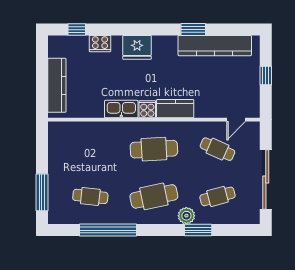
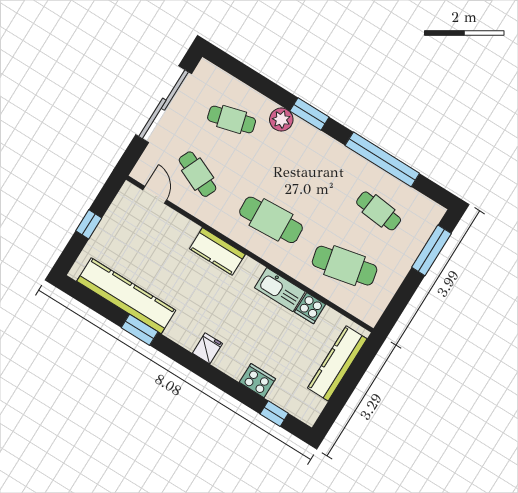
fridge: (137, 47) -> (207, 348), width x0.53, depth x0.75
cooker: (147, 109) -> (310, 308), moved
door: (236, 120) -> (155, 195), hinge flipped
cafe table: (154, 196) -> (345, 266), moved
window: (198, 230) -> (309, 114), moved

